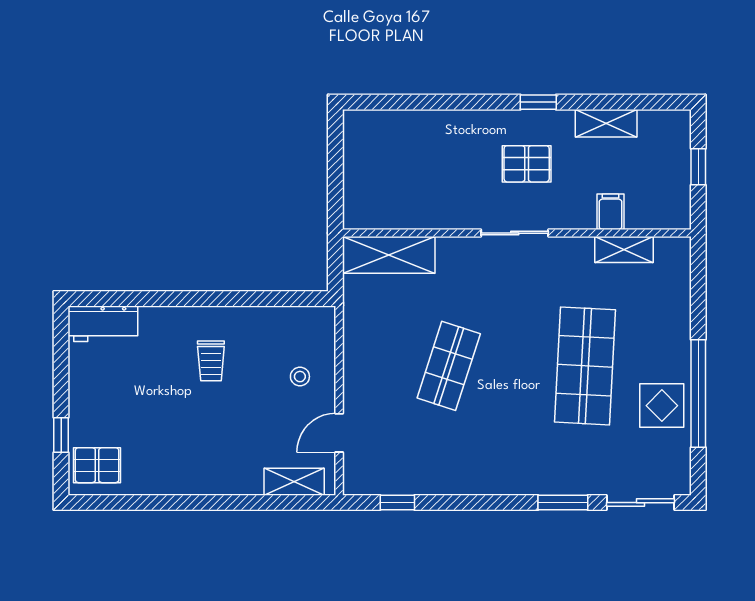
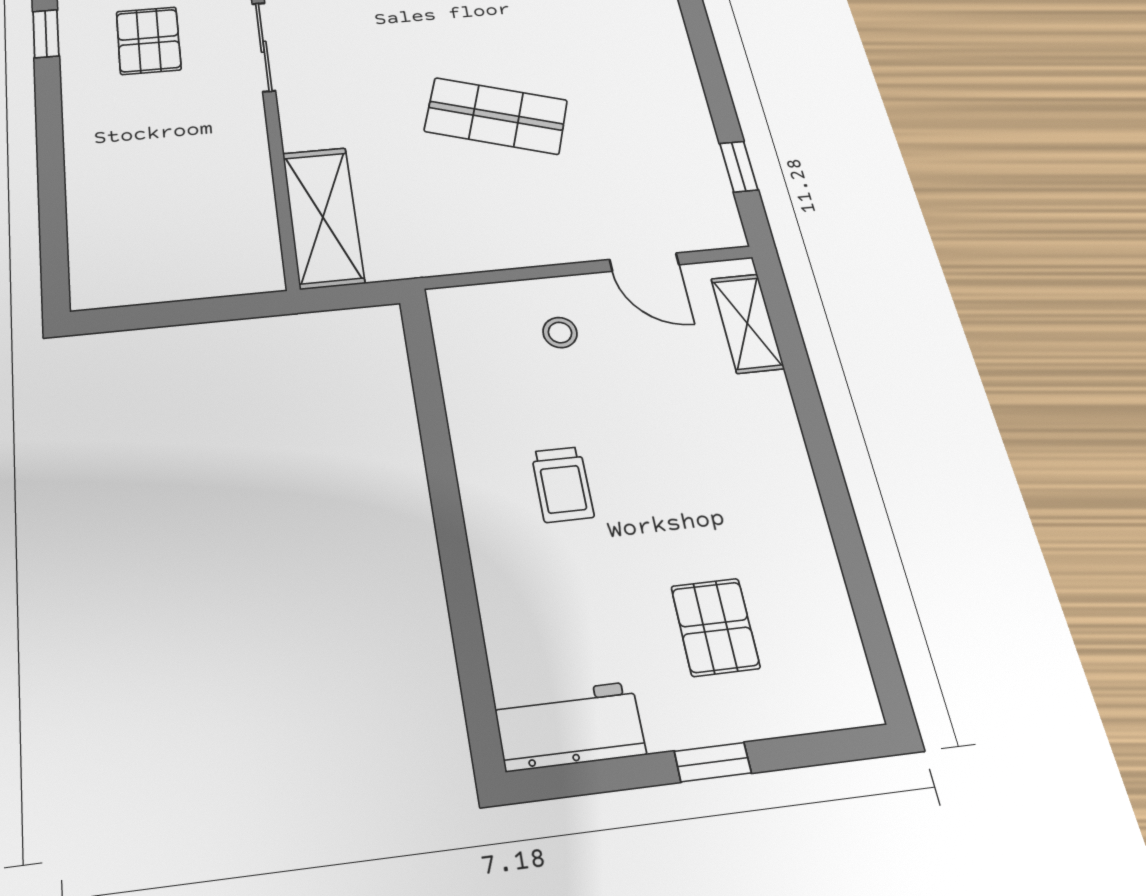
workbench: (103, 324) -> (569, 726), moved, turned -90
trolley: (211, 361) -> (562, 484), turned 90
window: (61, 435) -> (713, 762), moved
pallet: (97, 465) -> (715, 627), moved

